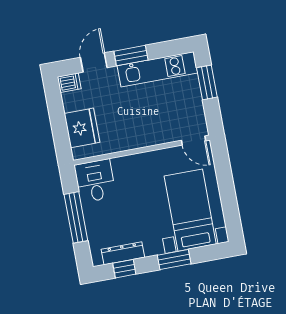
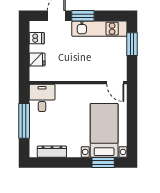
dishwasher: (69, 83) -> (37, 38), moved
fridge: (82, 128) -> (37, 60), width x0.53, depth x0.75
window: (174, 259) -> (103, 162), moved
window: (124, 269) -> (51, 162), removed

